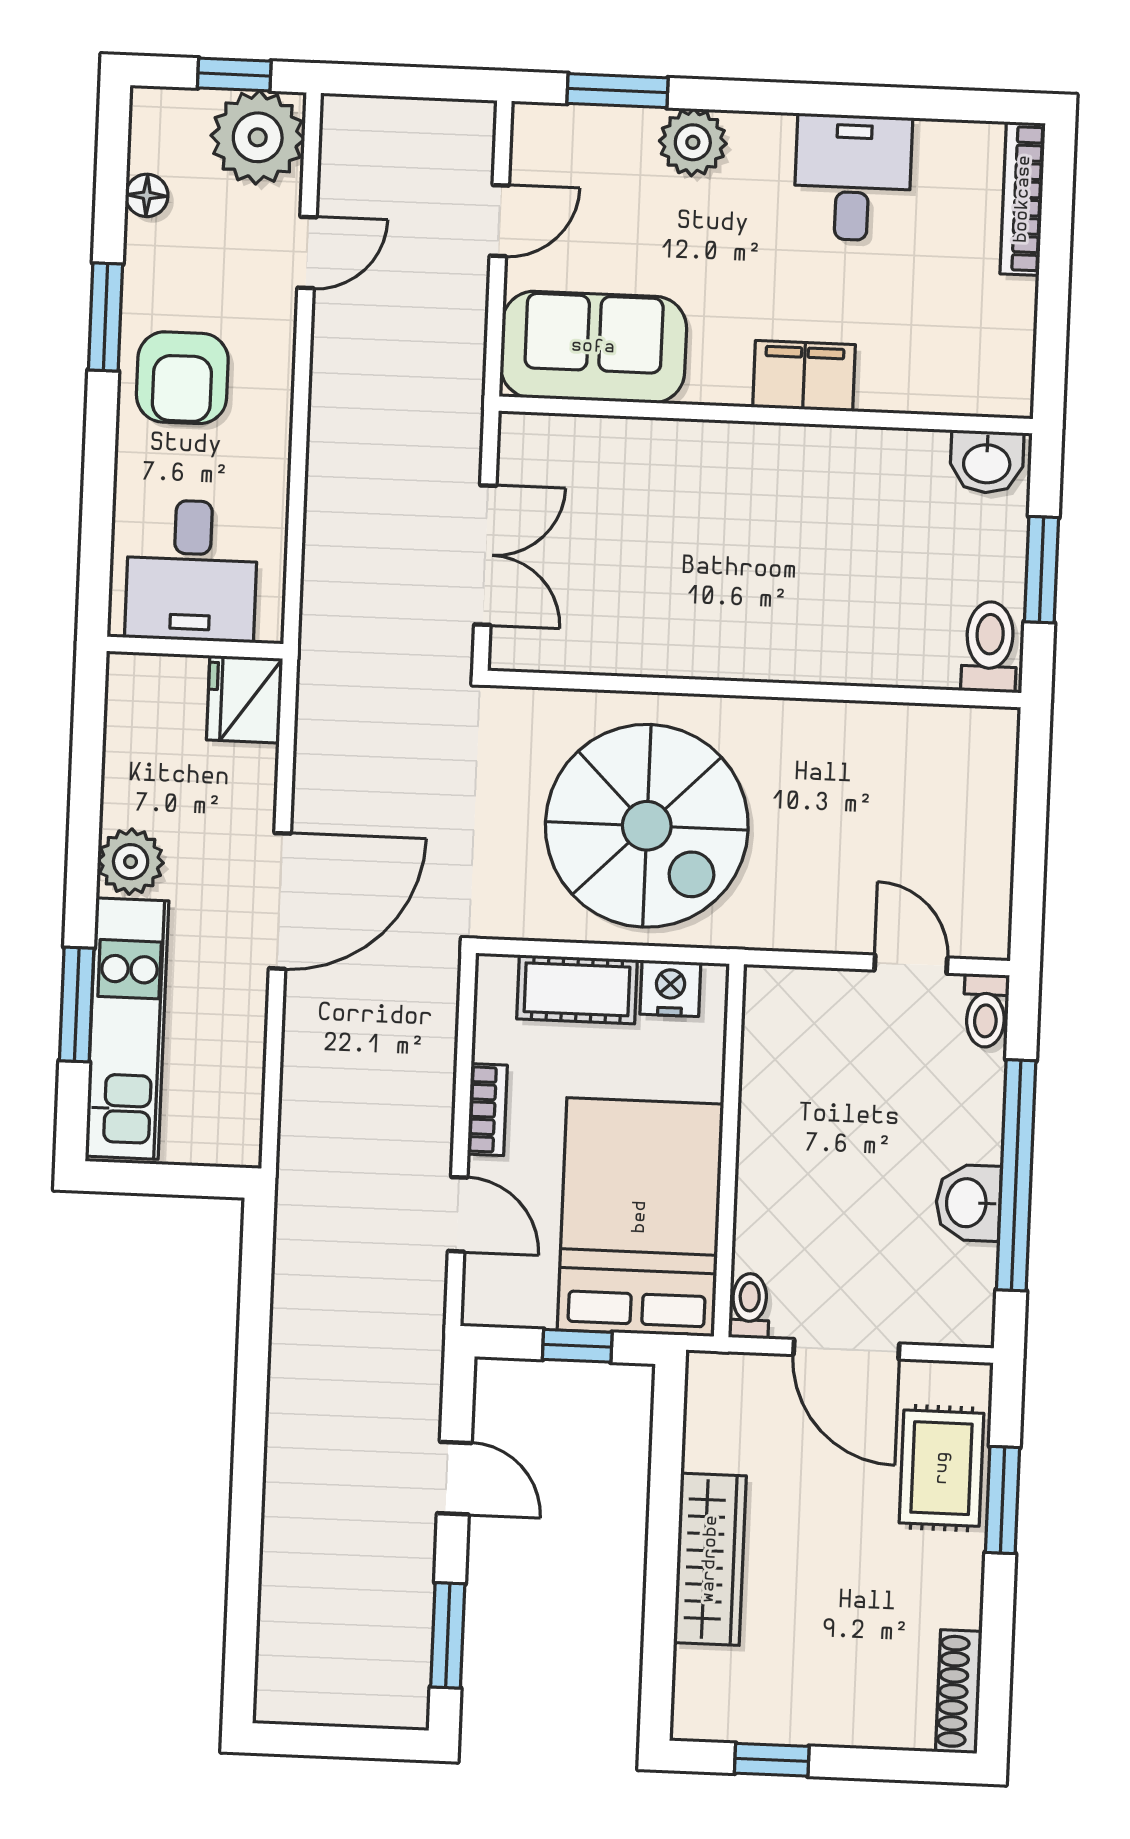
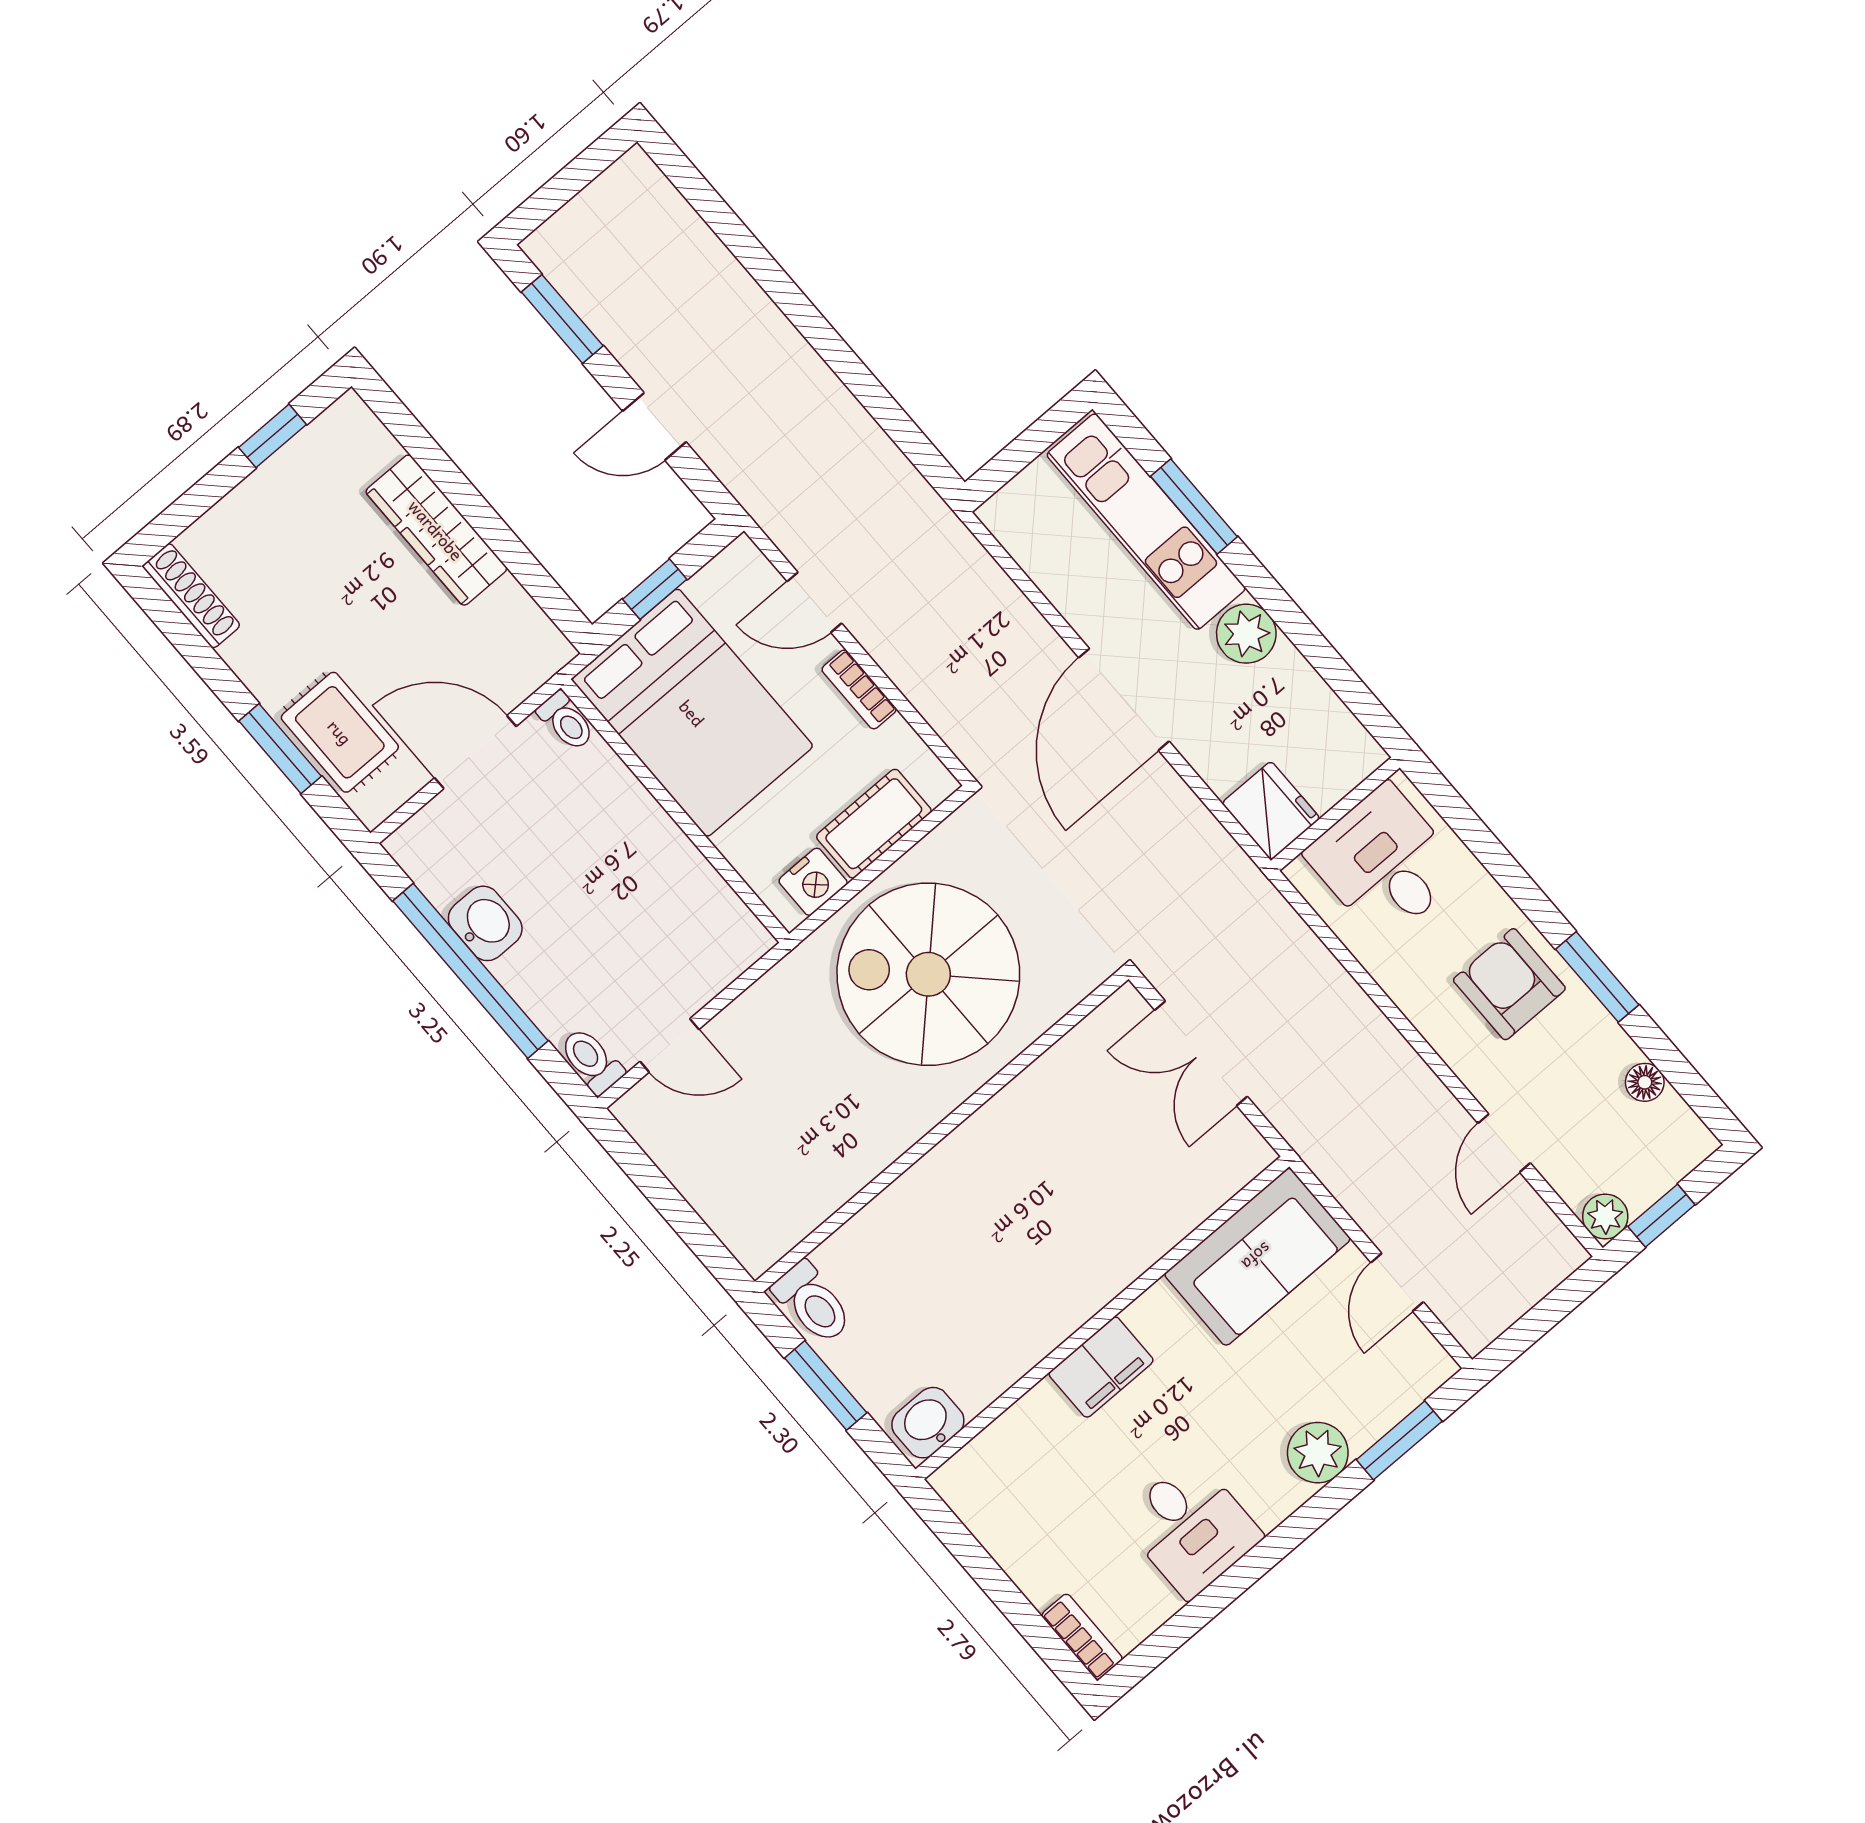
plant: (258, 137) -> (1605, 1216), width x0.53, depth x0.53
bookcase: (1023, 199) -> (1082, 1637), width x0.64

